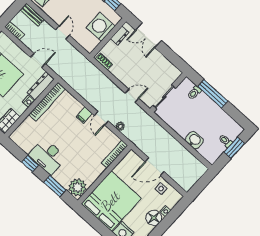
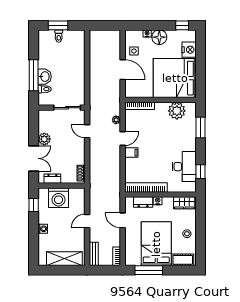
plant: (156, 57) -> (44, 139), added
dresser: (41, 86) -> (143, 202), width x0.70
washbasin: (194, 140) -> (45, 77), moved, turned 180
desk: (48, 156) -> (184, 167), moved
window: (30, 164) -> (201, 172), moved
plant: (78, 187) -> (177, 111), moved

